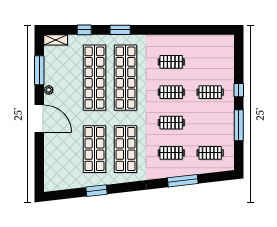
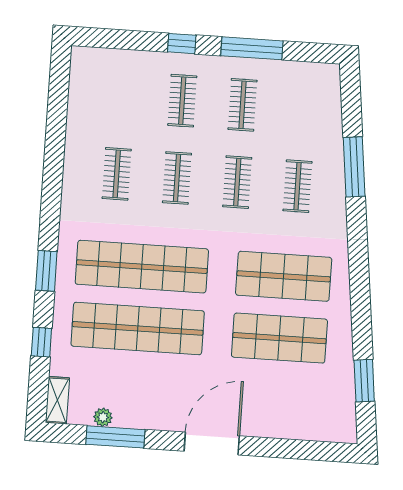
plant: (49, 90) -> (103, 417), moved
clothes rail: (210, 153) -> (242, 105), moved
window: (97, 191) -> (364, 381), moved

